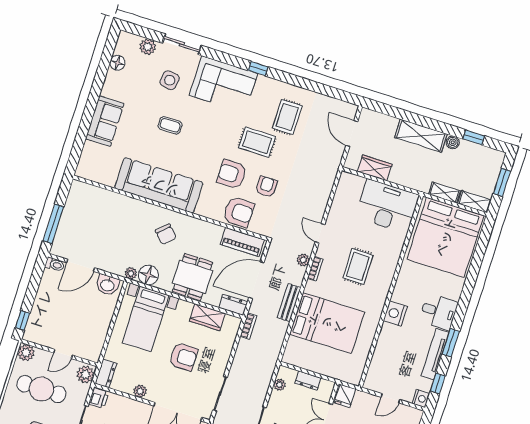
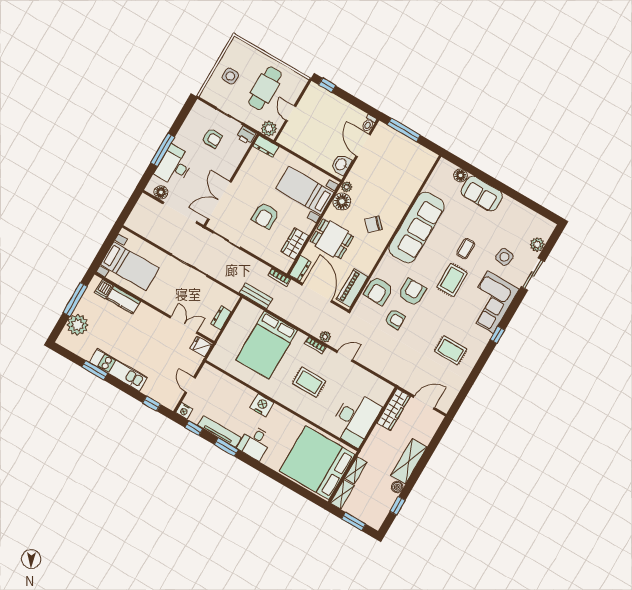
floor lamp: (117, 63) -> (461, 175), moved
rug: (257, 142) -> (452, 280), moved
wardrobe: (375, 168) -> (394, 410), width x1.50
bench: (289, 303) -> (256, 296), moved
plant: (26, 353) -> (299, 82), removed
plant: (279, 385) -> (223, 293), removed
plant: (140, 391) -> (244, 172), removed

